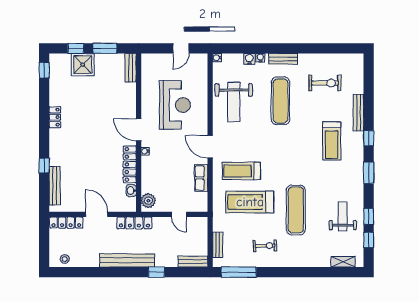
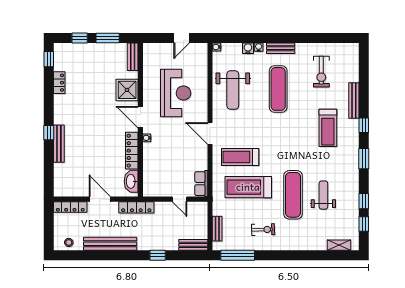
shower: (83, 65) -> (127, 90), moved
exercise bike: (325, 83) -> (321, 72), turned 90
locker: (55, 117) -> (59, 83), moved
window: (44, 165) -> (49, 133), moved
row of seats: (201, 178) -> (201, 184), moved
bench: (55, 186) -> (59, 144), moved
washbasin: (131, 191) -> (131, 181), width x1.91, depth x1.45
plant: (148, 201) -> (150, 186), removed
weight bench: (343, 216) -> (323, 195), moved
bench: (127, 260) -> (110, 244), moved

